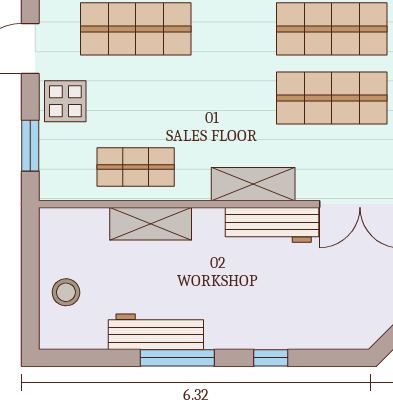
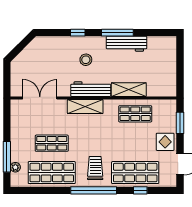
trolley: (230, 39) -> (95, 168), added
shop shelf: (332, 98) -> (52, 143), width x0.70, depth x0.74
workbench: (272, 225) -> (91, 89), moved
stool: (66, 292) -> (86, 60), moved

